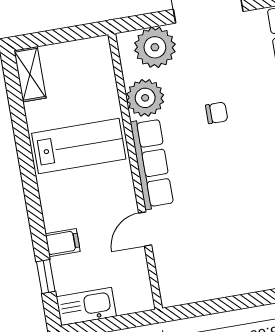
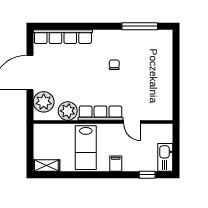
chair: (217, 113) -> (114, 65), moved
lab bench: (79, 146) -> (86, 148), turned 180
filing cabinet: (63, 243) -> (116, 164), moved

